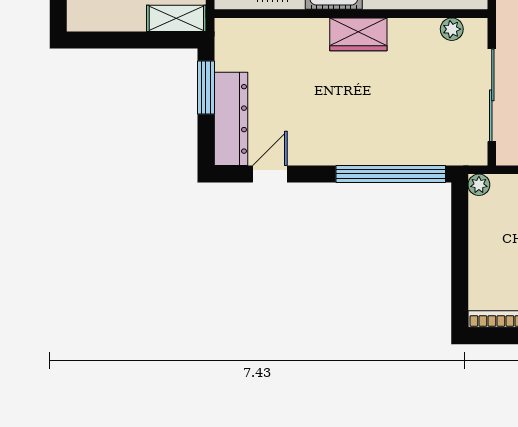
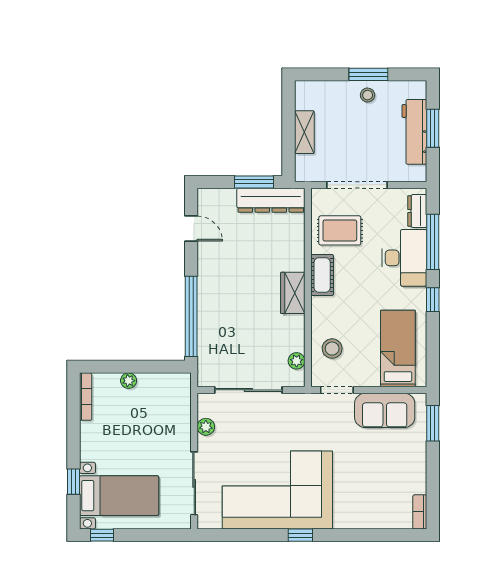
shelving: (176, 18) -> (304, 132), moved
dresser: (231, 119) -> (271, 200), moved
plant: (479, 185) -> (129, 381), moved

